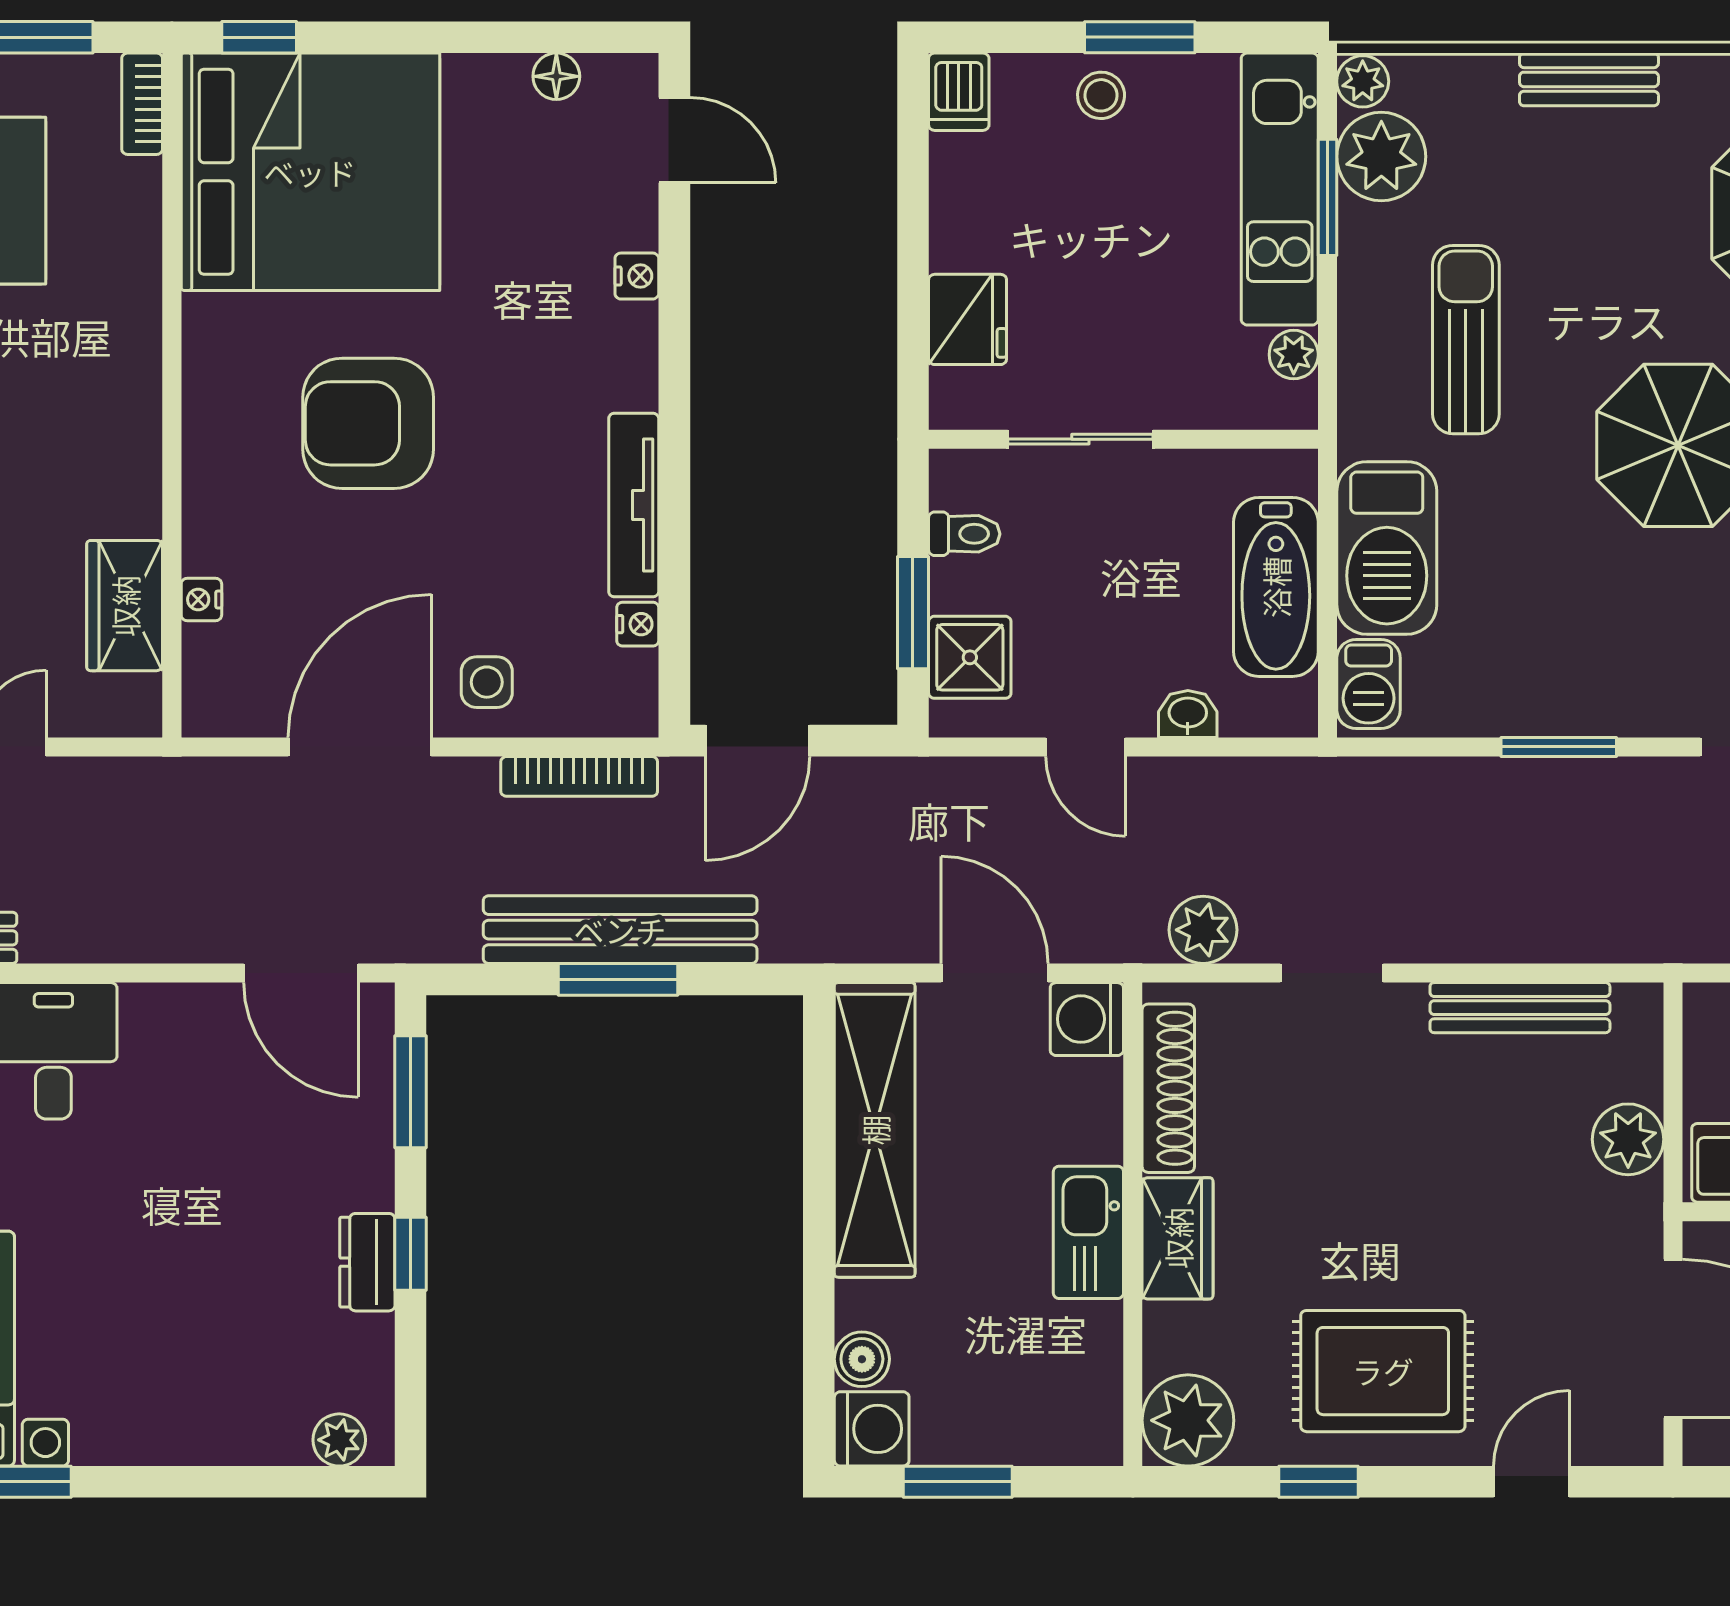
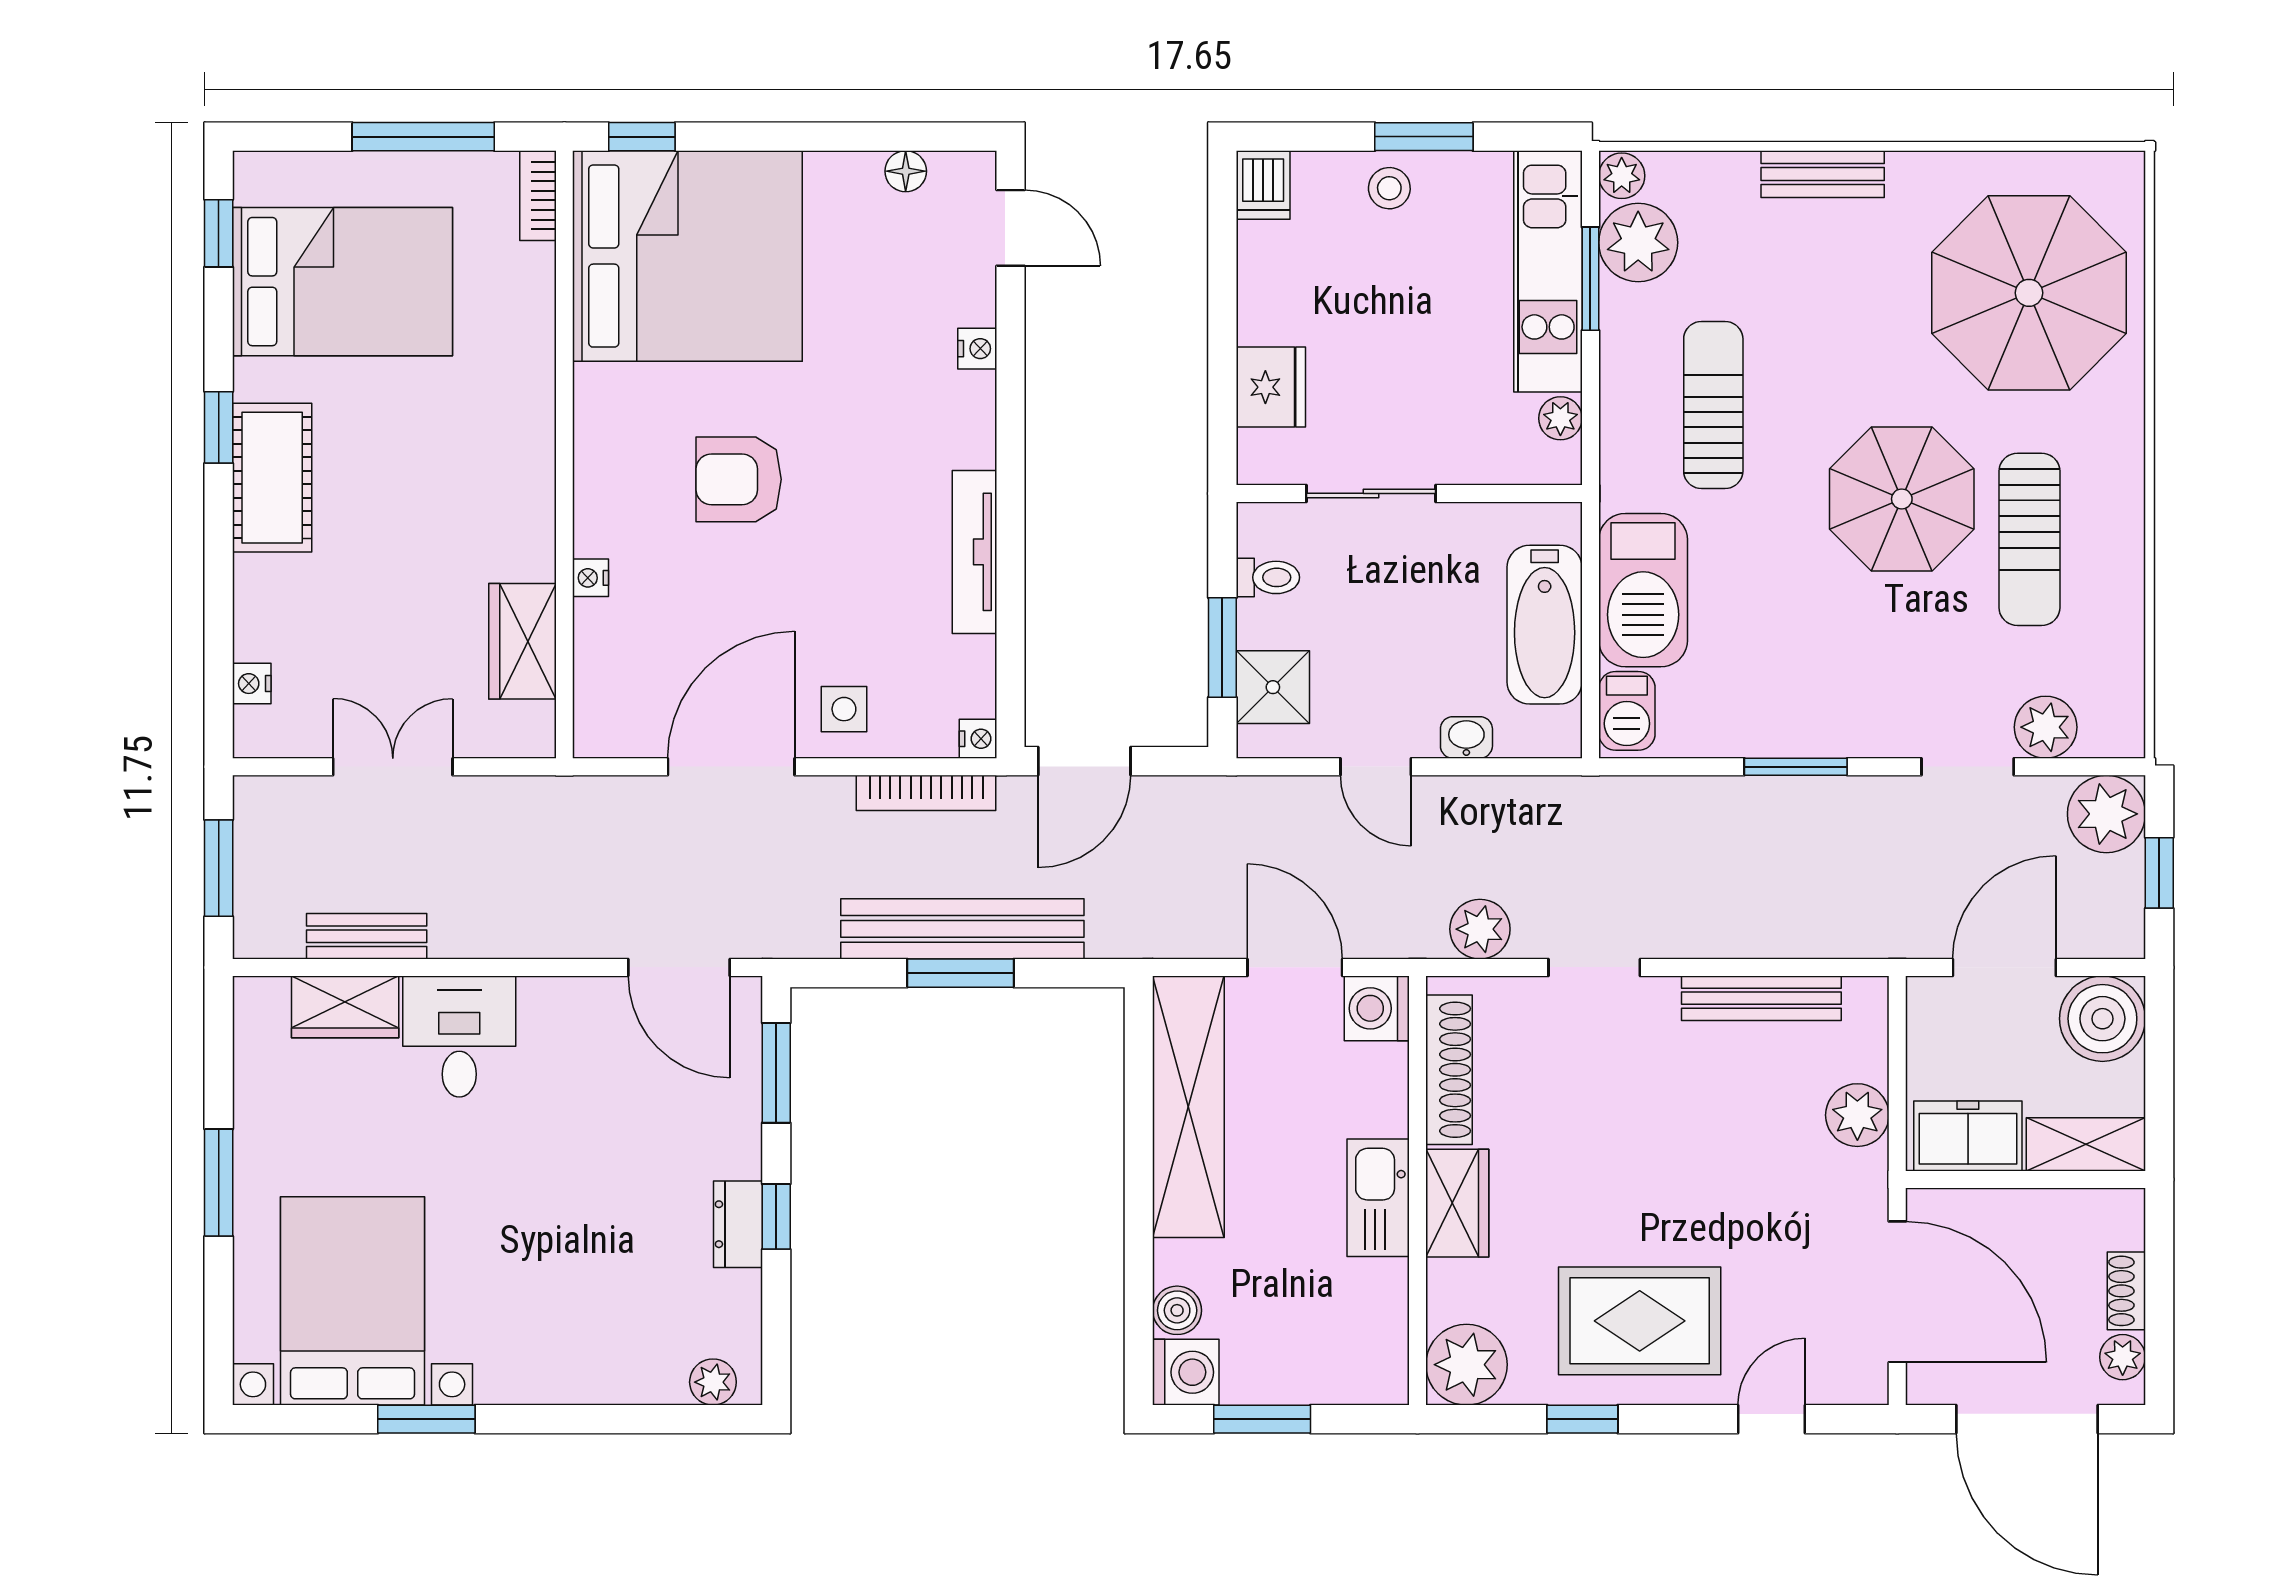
armchair: (368, 423) -> (739, 479), width x0.73, depth x0.73
nightstand: (201, 600) -> (591, 578), moved
nightstand: (638, 624) -> (978, 739), moved

